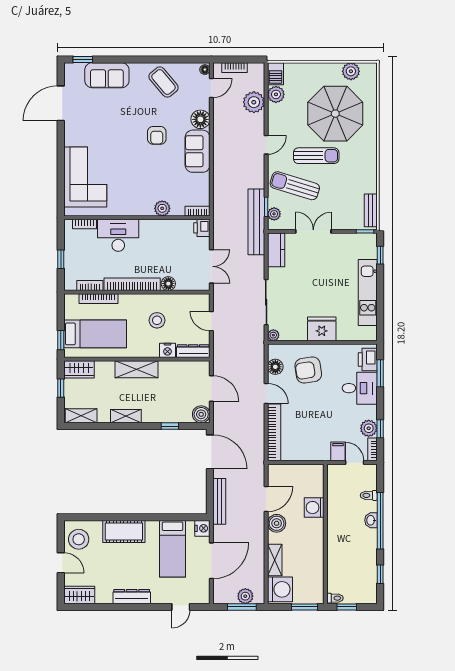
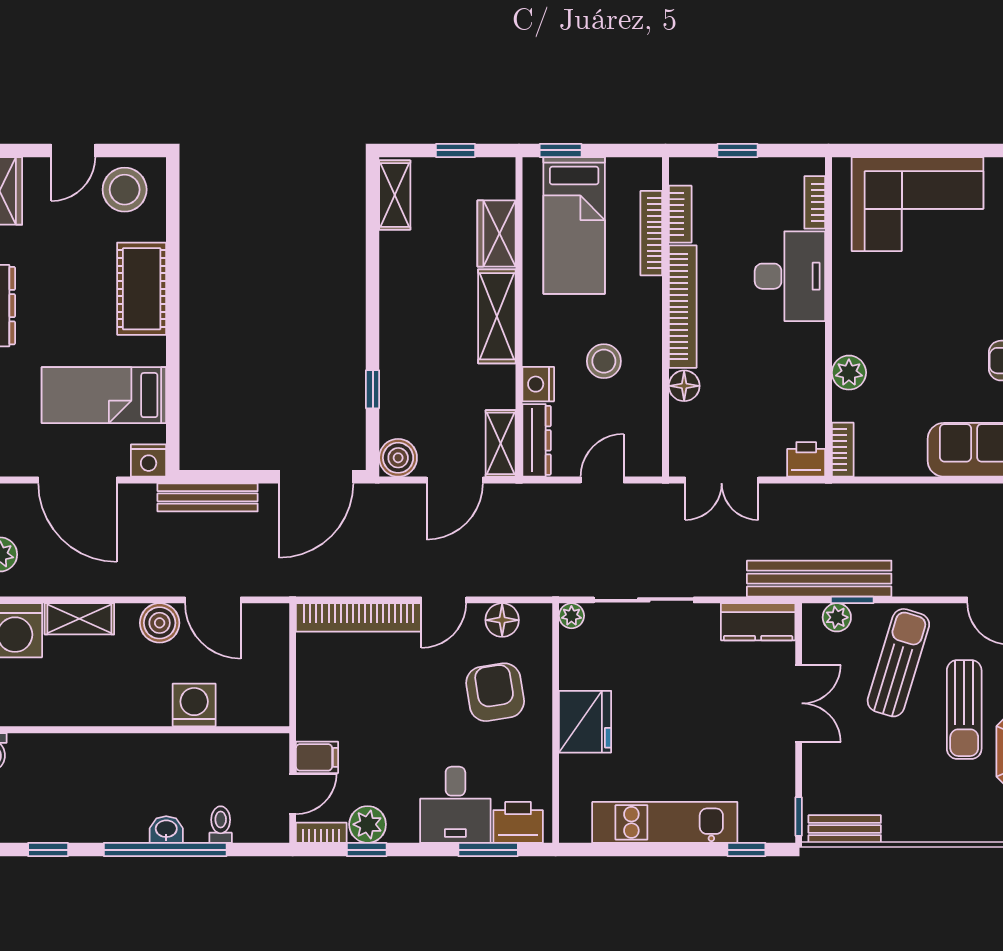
wardrobe: (79, 369) -> (496, 233), moved
shelving: (126, 416) -> (501, 443), moved

